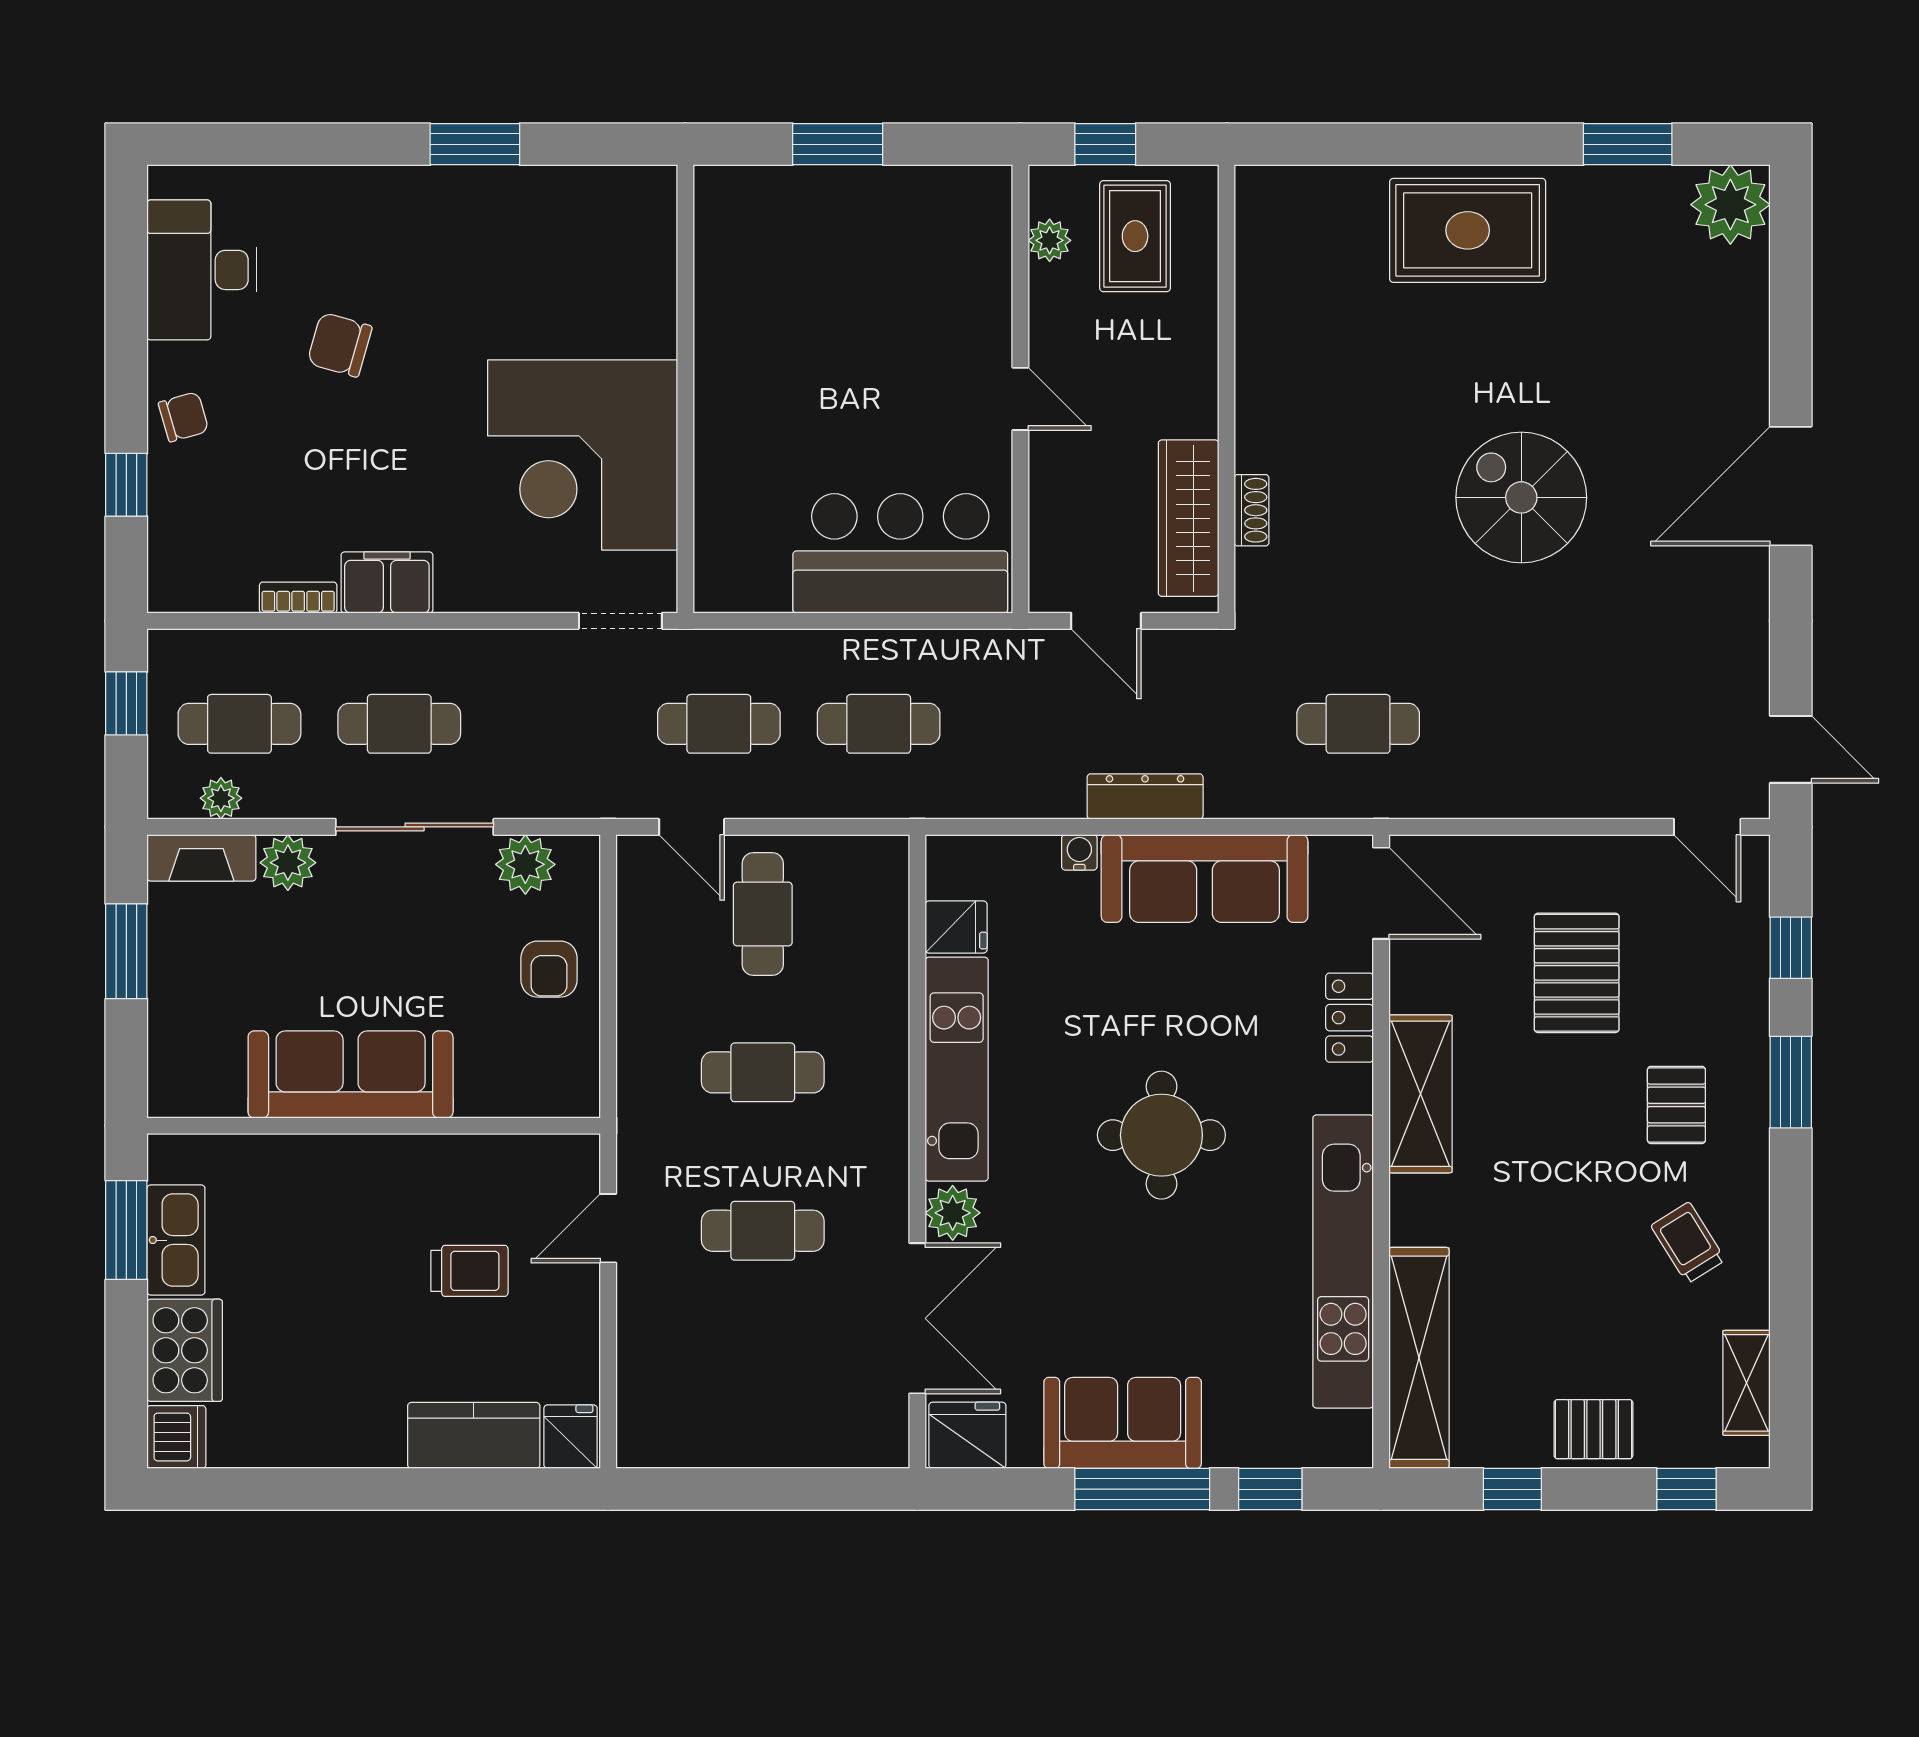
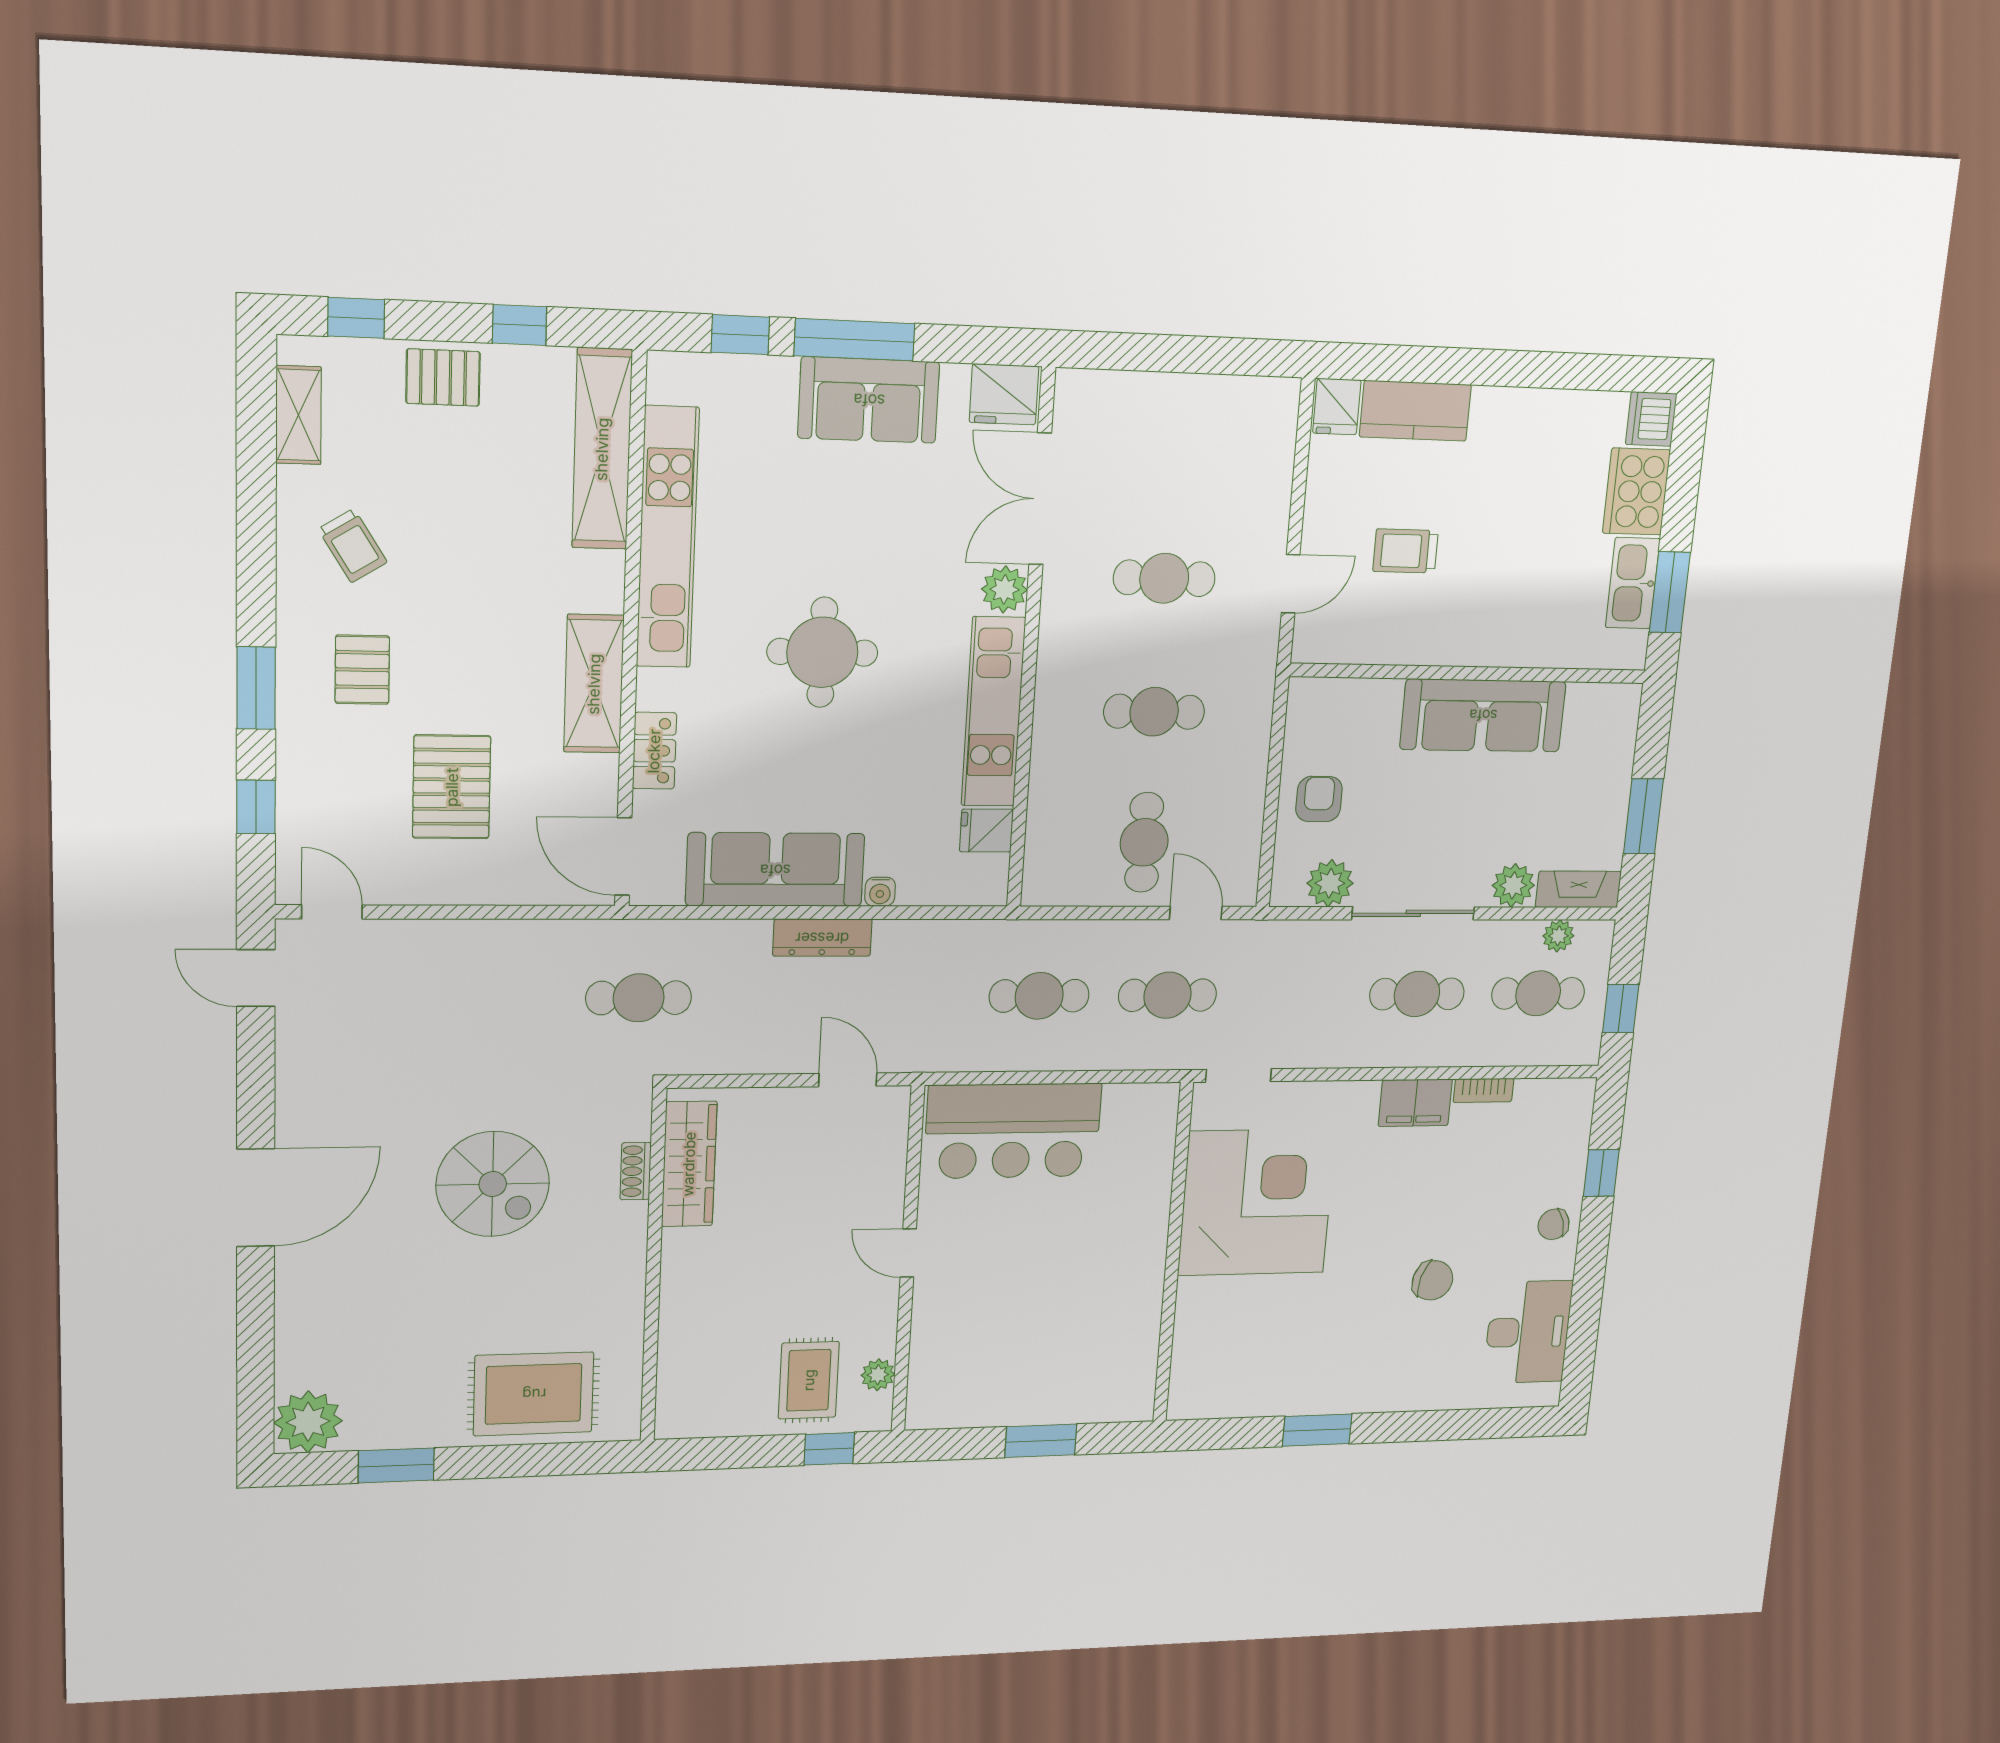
wall: (1227, 389) -> (653, 1267), moved
shoe rack: (1252, 510) -> (636, 1171), moved
wardrobe: (1189, 518) -> (689, 1164), moved

